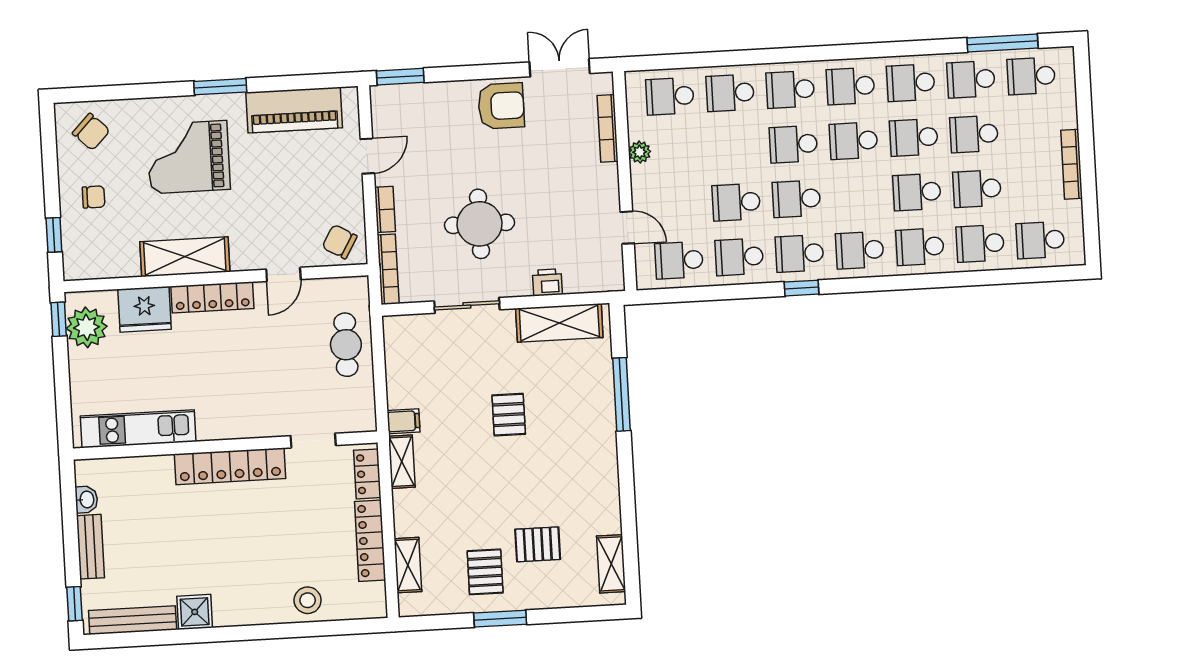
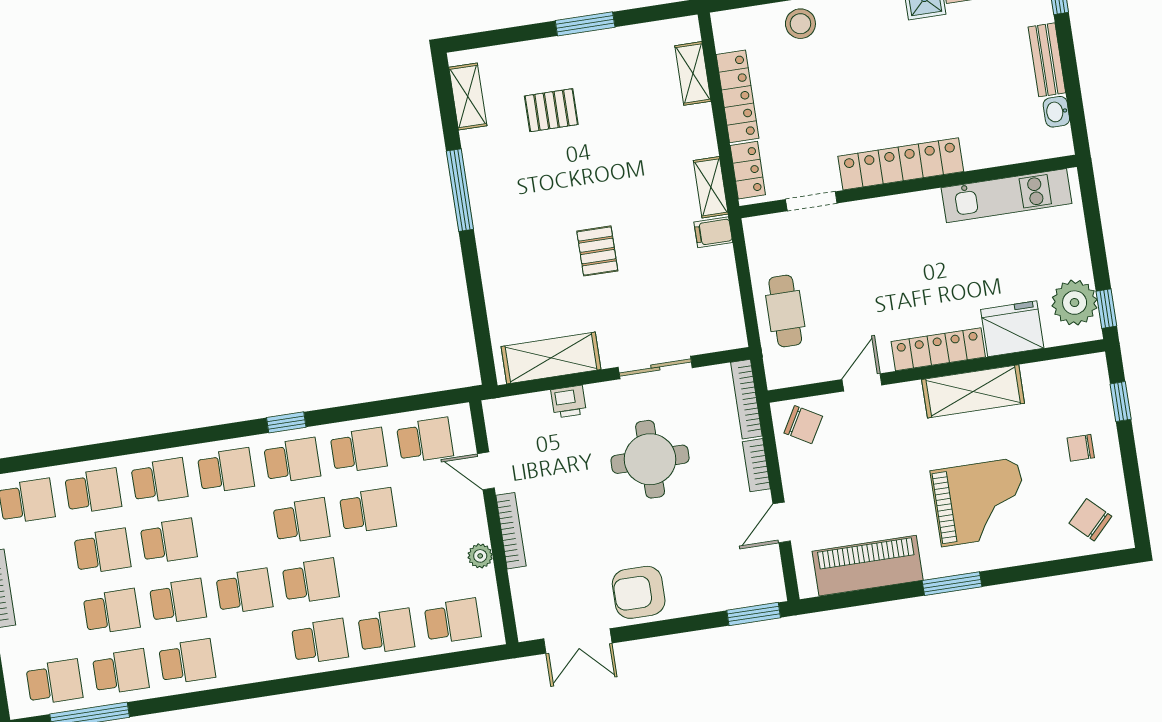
school desk: (851, 86) -> (254, 652), removed
bookcase: (608, 128) -> (511, 531), moved
window: (621, 394) -> (460, 190), moved
pallet: (485, 572) -> (607, 74), removed

